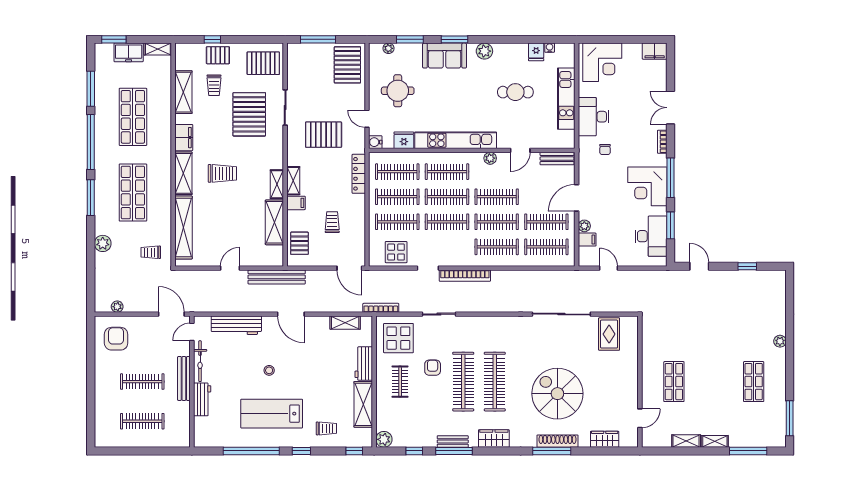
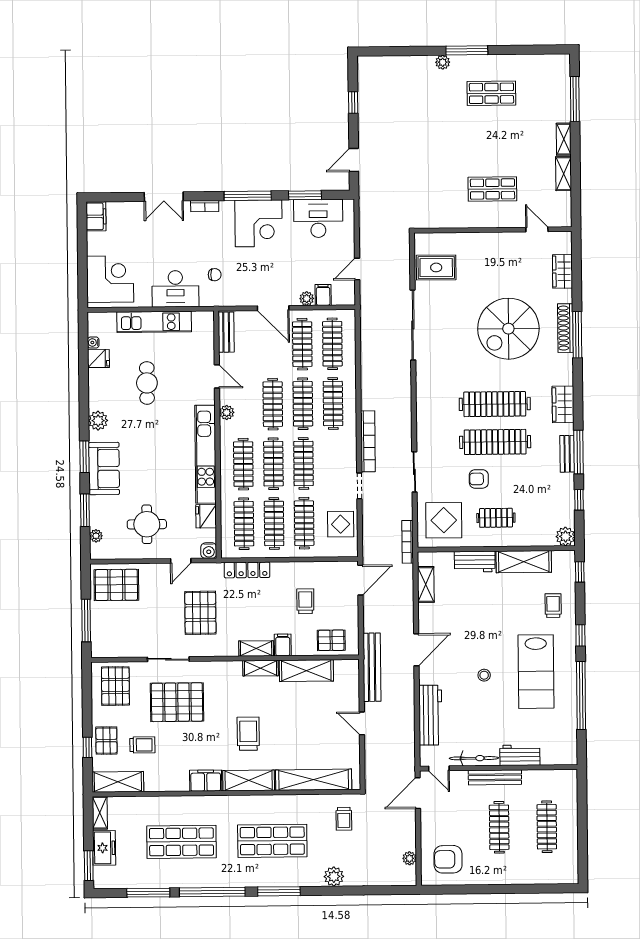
shelving: (183, 92) -> (118, 782), moved
trolley: (332, 222) -> (305, 601), turned 90
window: (790, 418) -> (467, 50), moved

